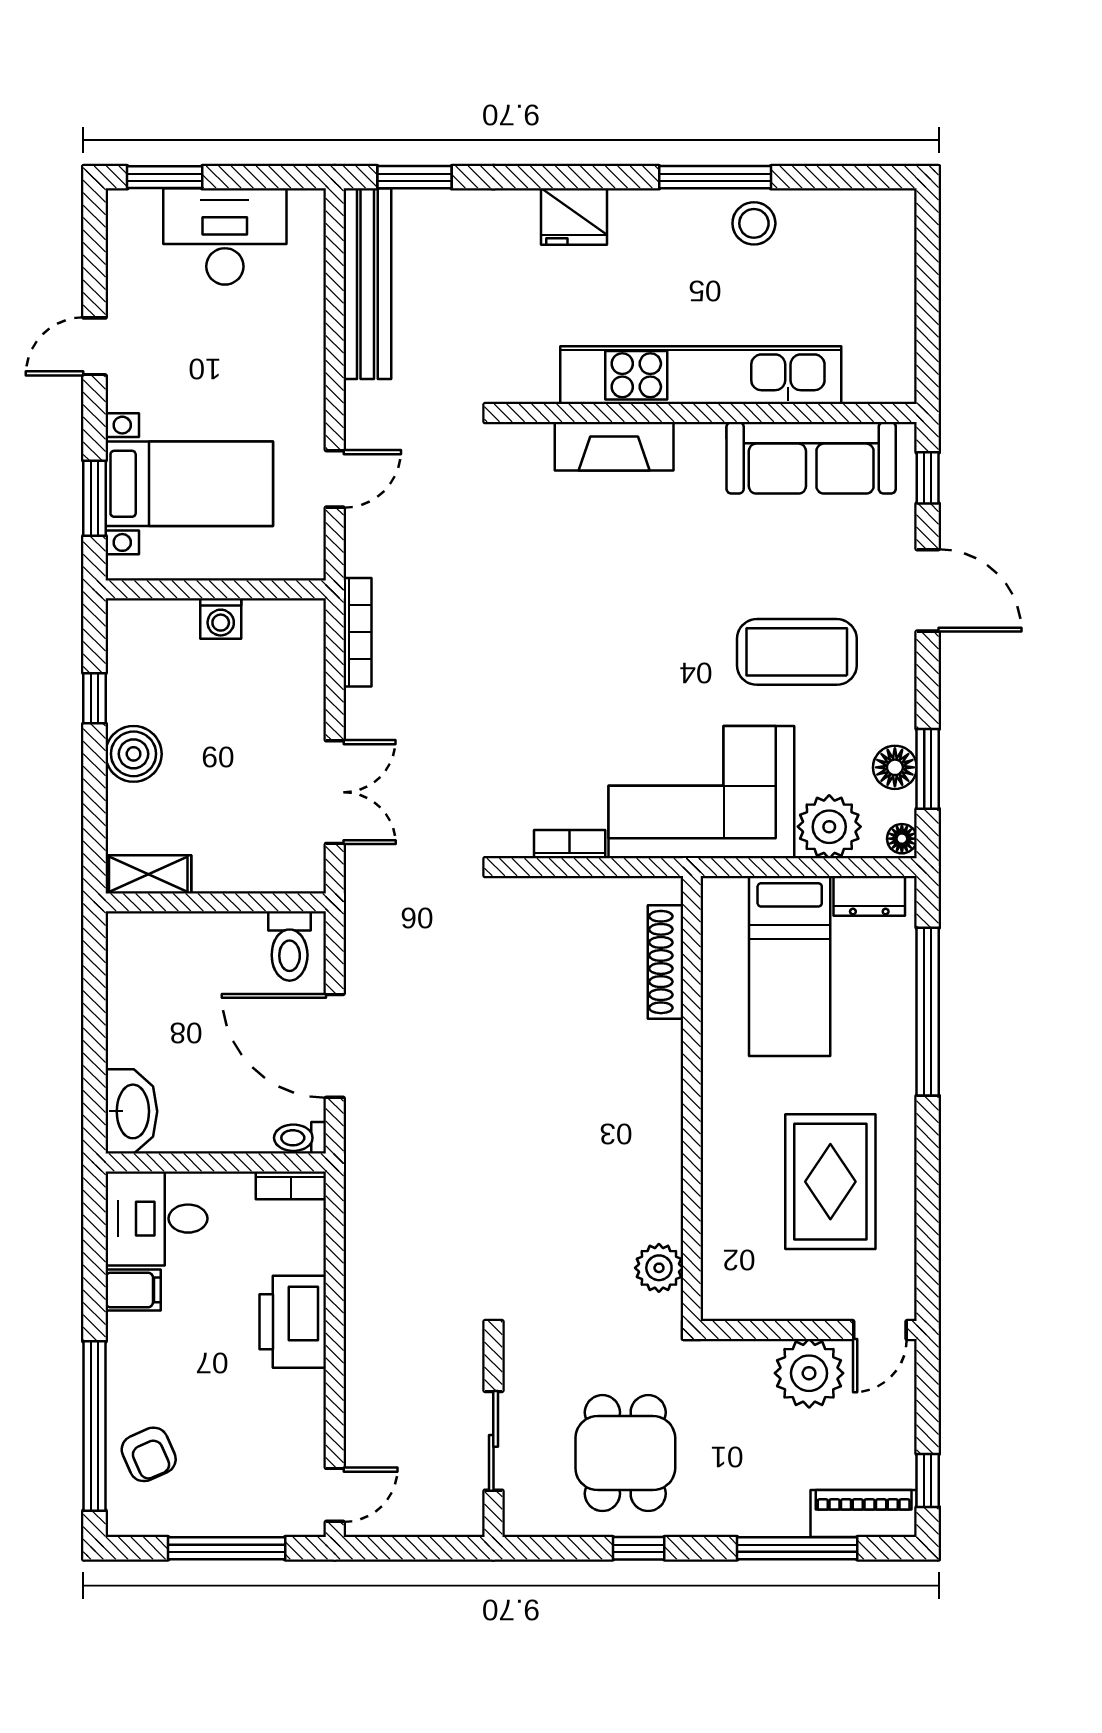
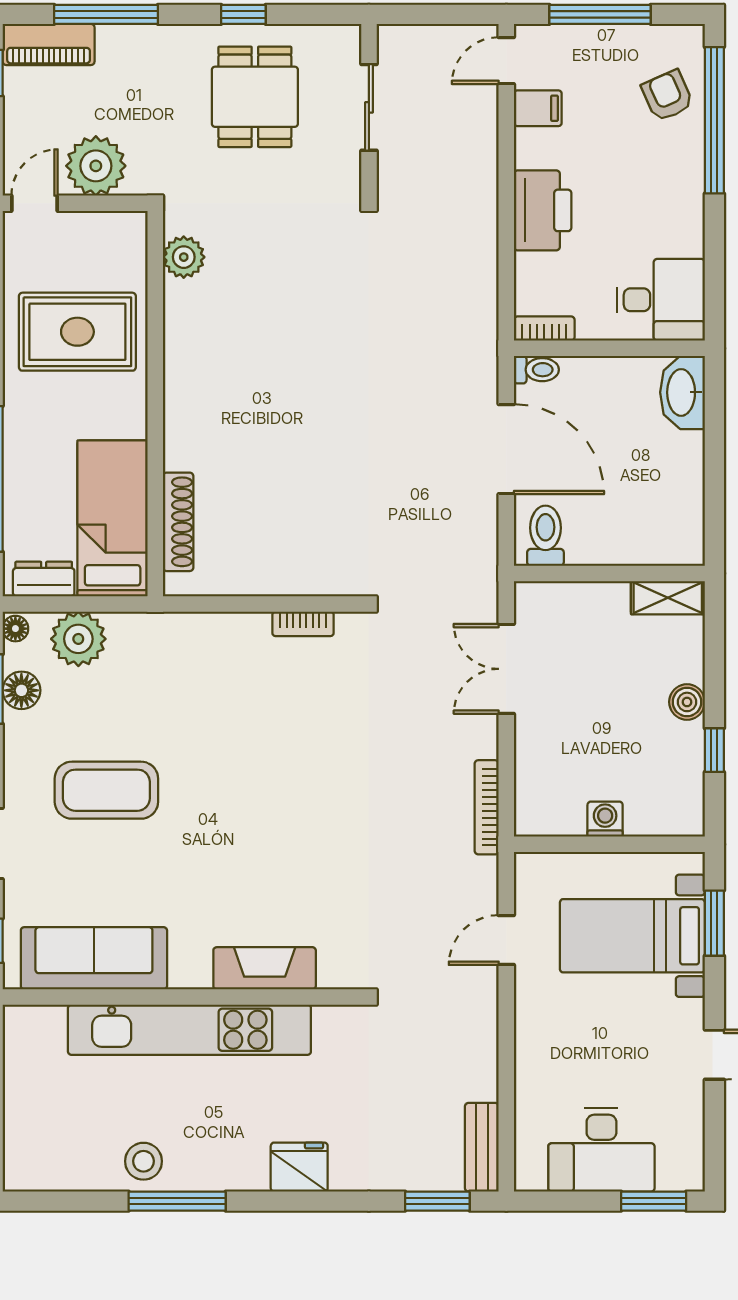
bench: (367, 284) -> (482, 1147), width x0.54, depth x0.82
boiler: (134, 754) -> (687, 702), width x0.73, depth x0.73
corner sofa: (701, 792) -> (189, 669), removed
shoe rack: (665, 962) -> (178, 522), moved
wall: (692, 1099) -> (155, 404), moved
rug: (830, 1182) -> (77, 332), turned 90
plant: (659, 1268) -> (184, 257), moved
filing cabinet: (133, 1290) -> (538, 108), moved, turned 180

